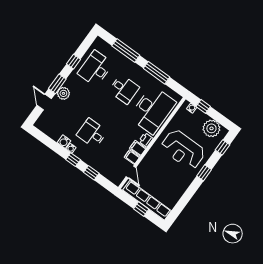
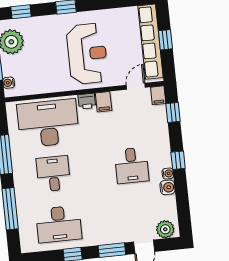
plant: (63, 93) -> (165, 229), moved
reception desk: (183, 150) -> (87, 54), moved
filing cabinet: (132, 157) -> (158, 95), moved
window: (91, 173) -> (173, 113), moved

